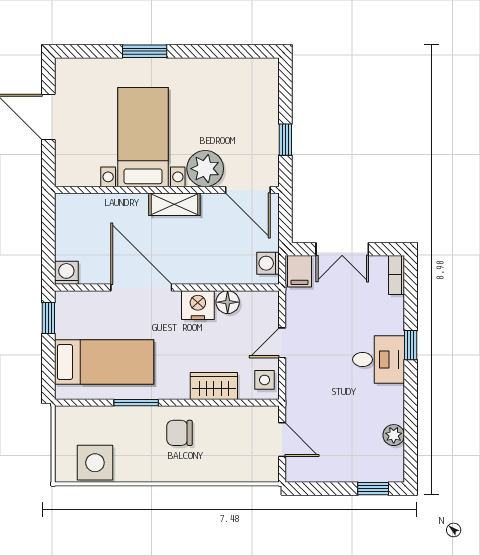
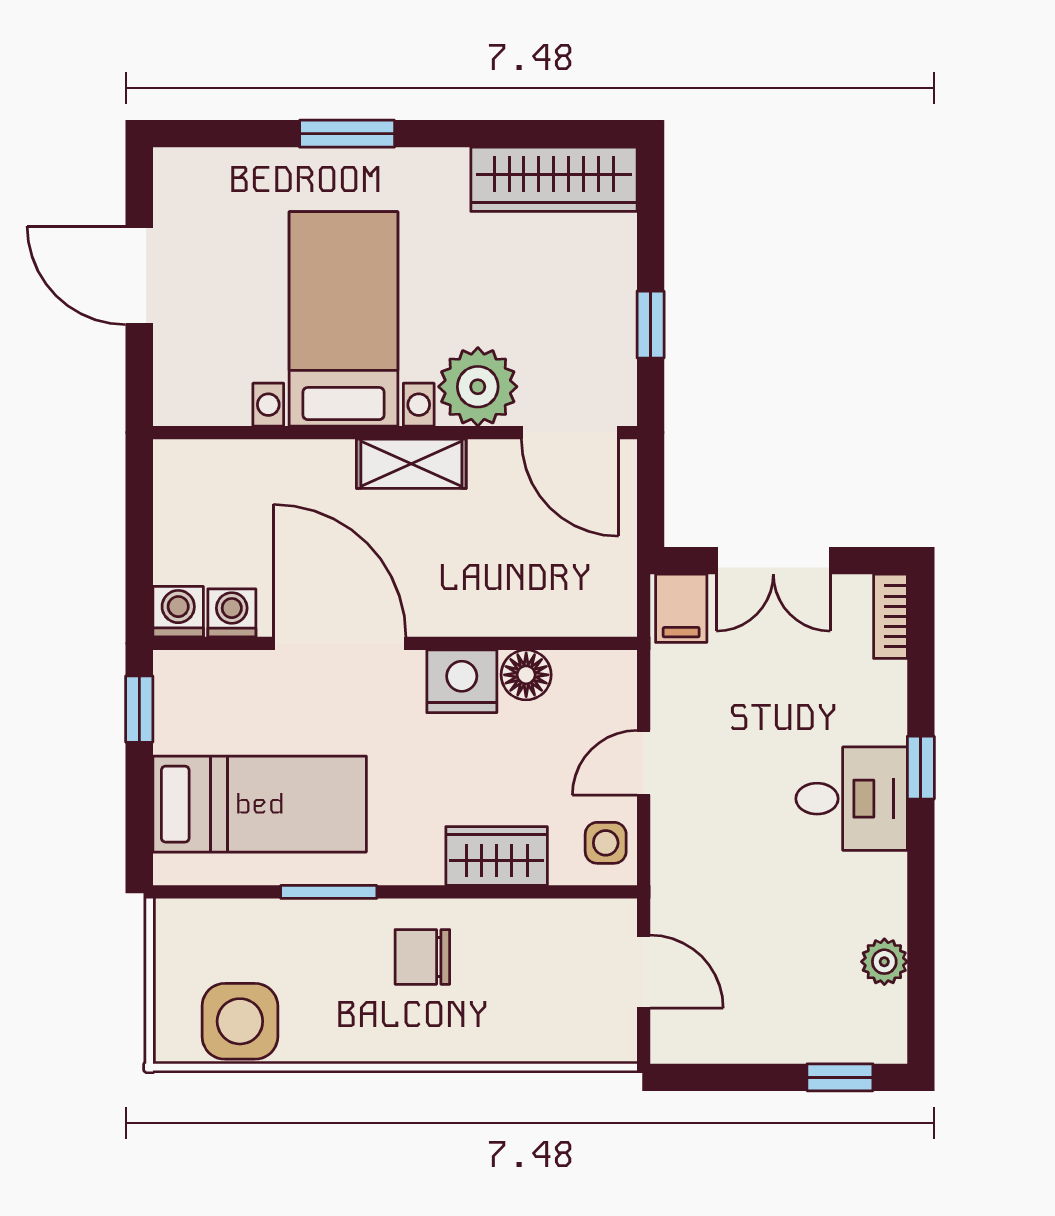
wardrobe: (241, 72) -> (554, 179), added
washing machine: (268, 263) -> (232, 613), moved, turned 90

